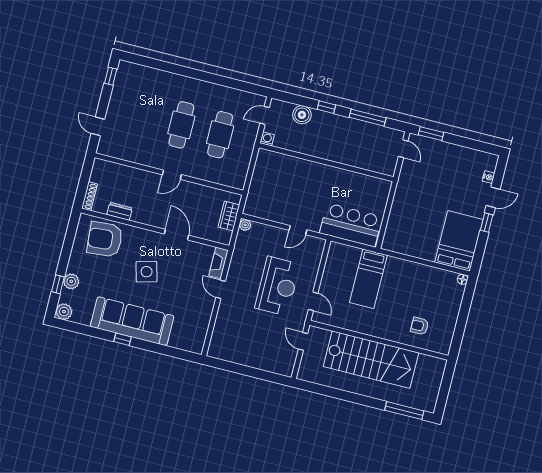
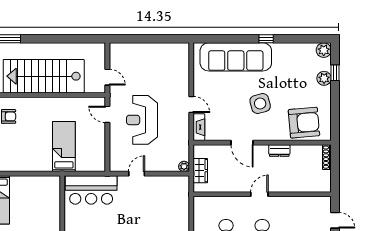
dresser: (120, 211) -> (279, 150), moved
sofa: (132, 321) -> (236, 57), moved

